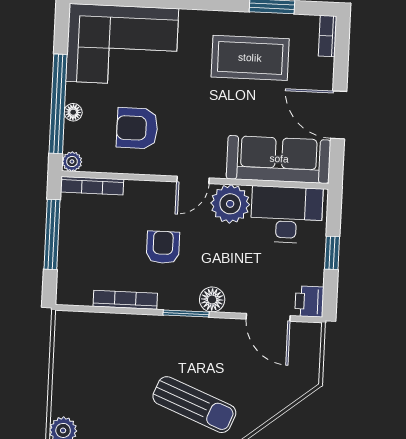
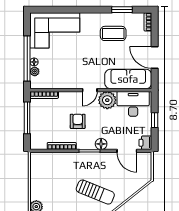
coffee table: (250, 58) -> (113, 33), width x0.73, depth x0.76
armchair: (137, 128) -> (63, 68), removed
plant: (72, 162) -> (35, 71), moved

